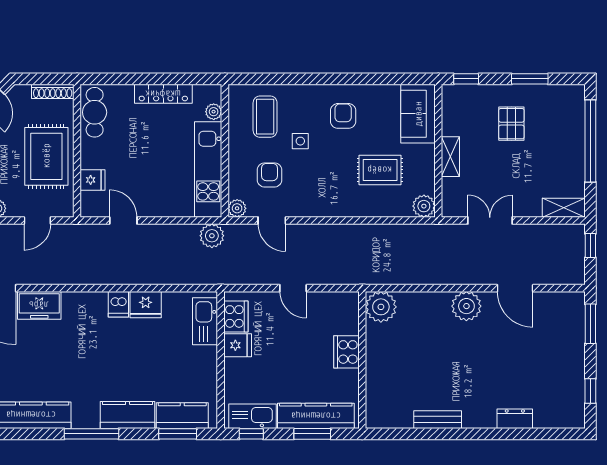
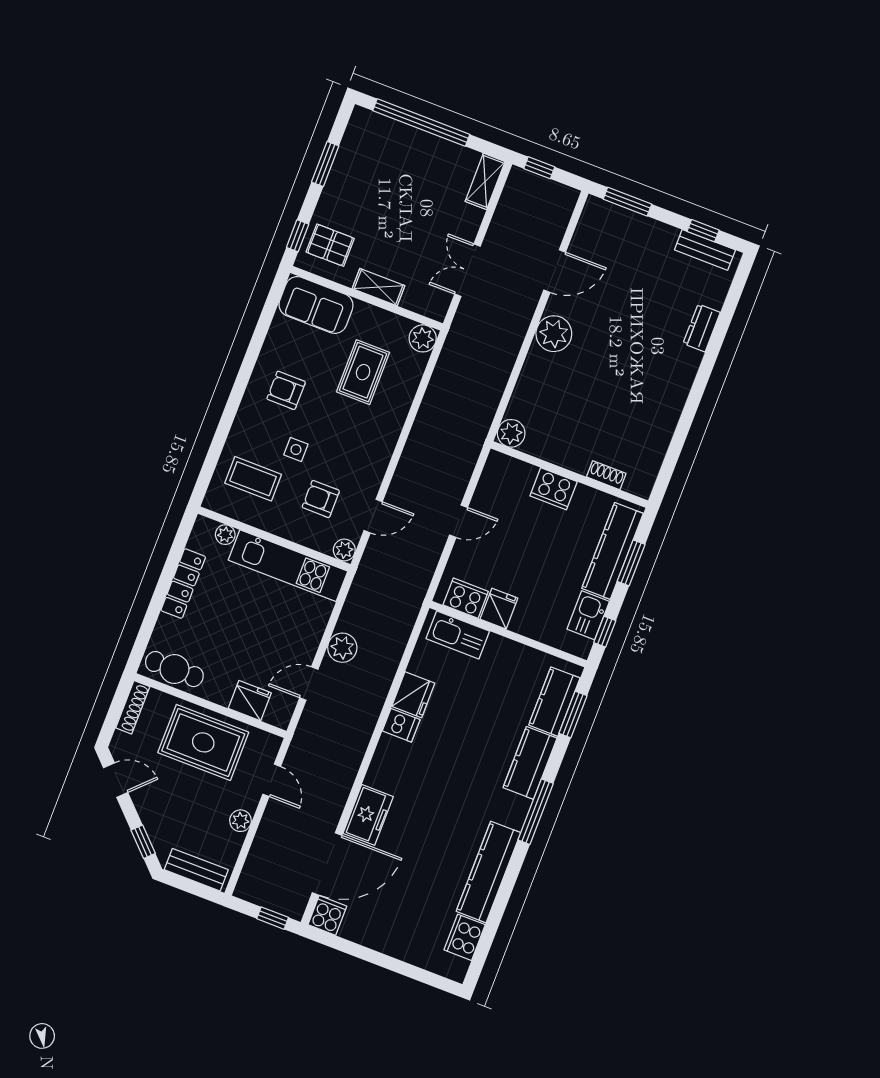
pallet: (511, 124) -> (330, 245), moved
fridge: (93, 180) -> (250, 701), width x1.38
plant: (212, 236) -> (342, 648), moved
plant: (381, 307) -> (511, 433), width x0.73, depth x0.73
shoe rack: (373, 389) -> (606, 475), added
kitchen sink: (252, 416) -> (588, 615), width x0.73
bench: (438, 420) -> (705, 250), moved, turned 90

